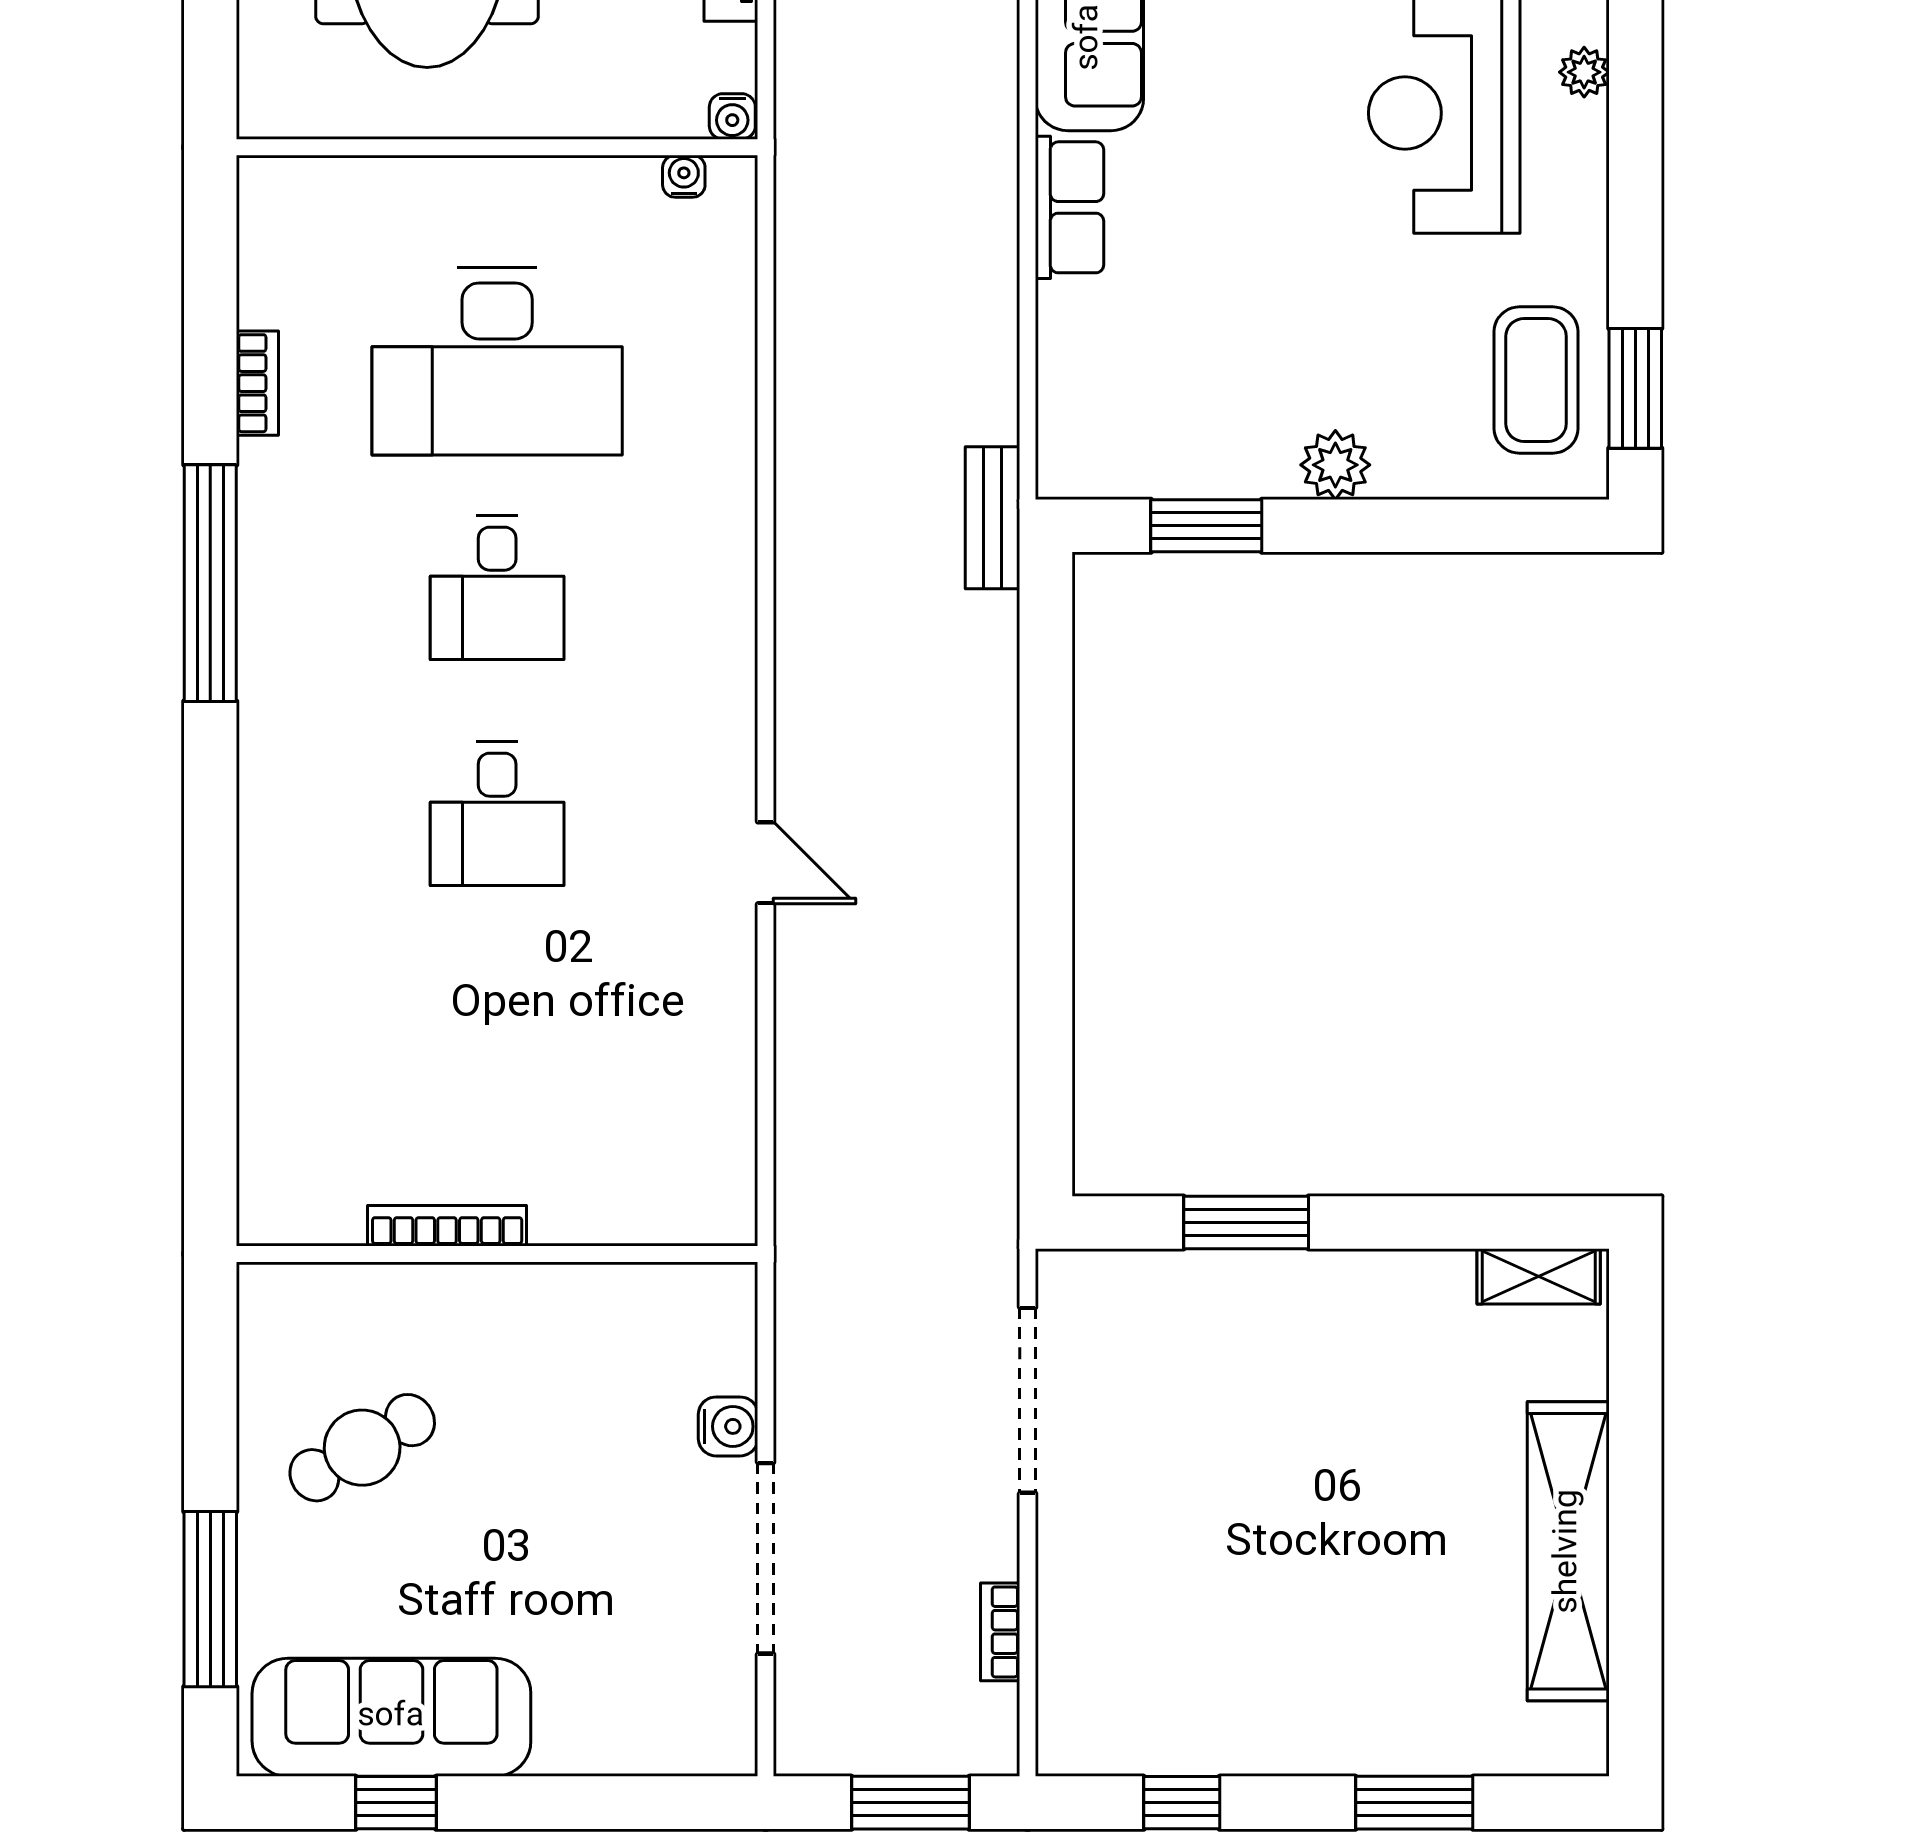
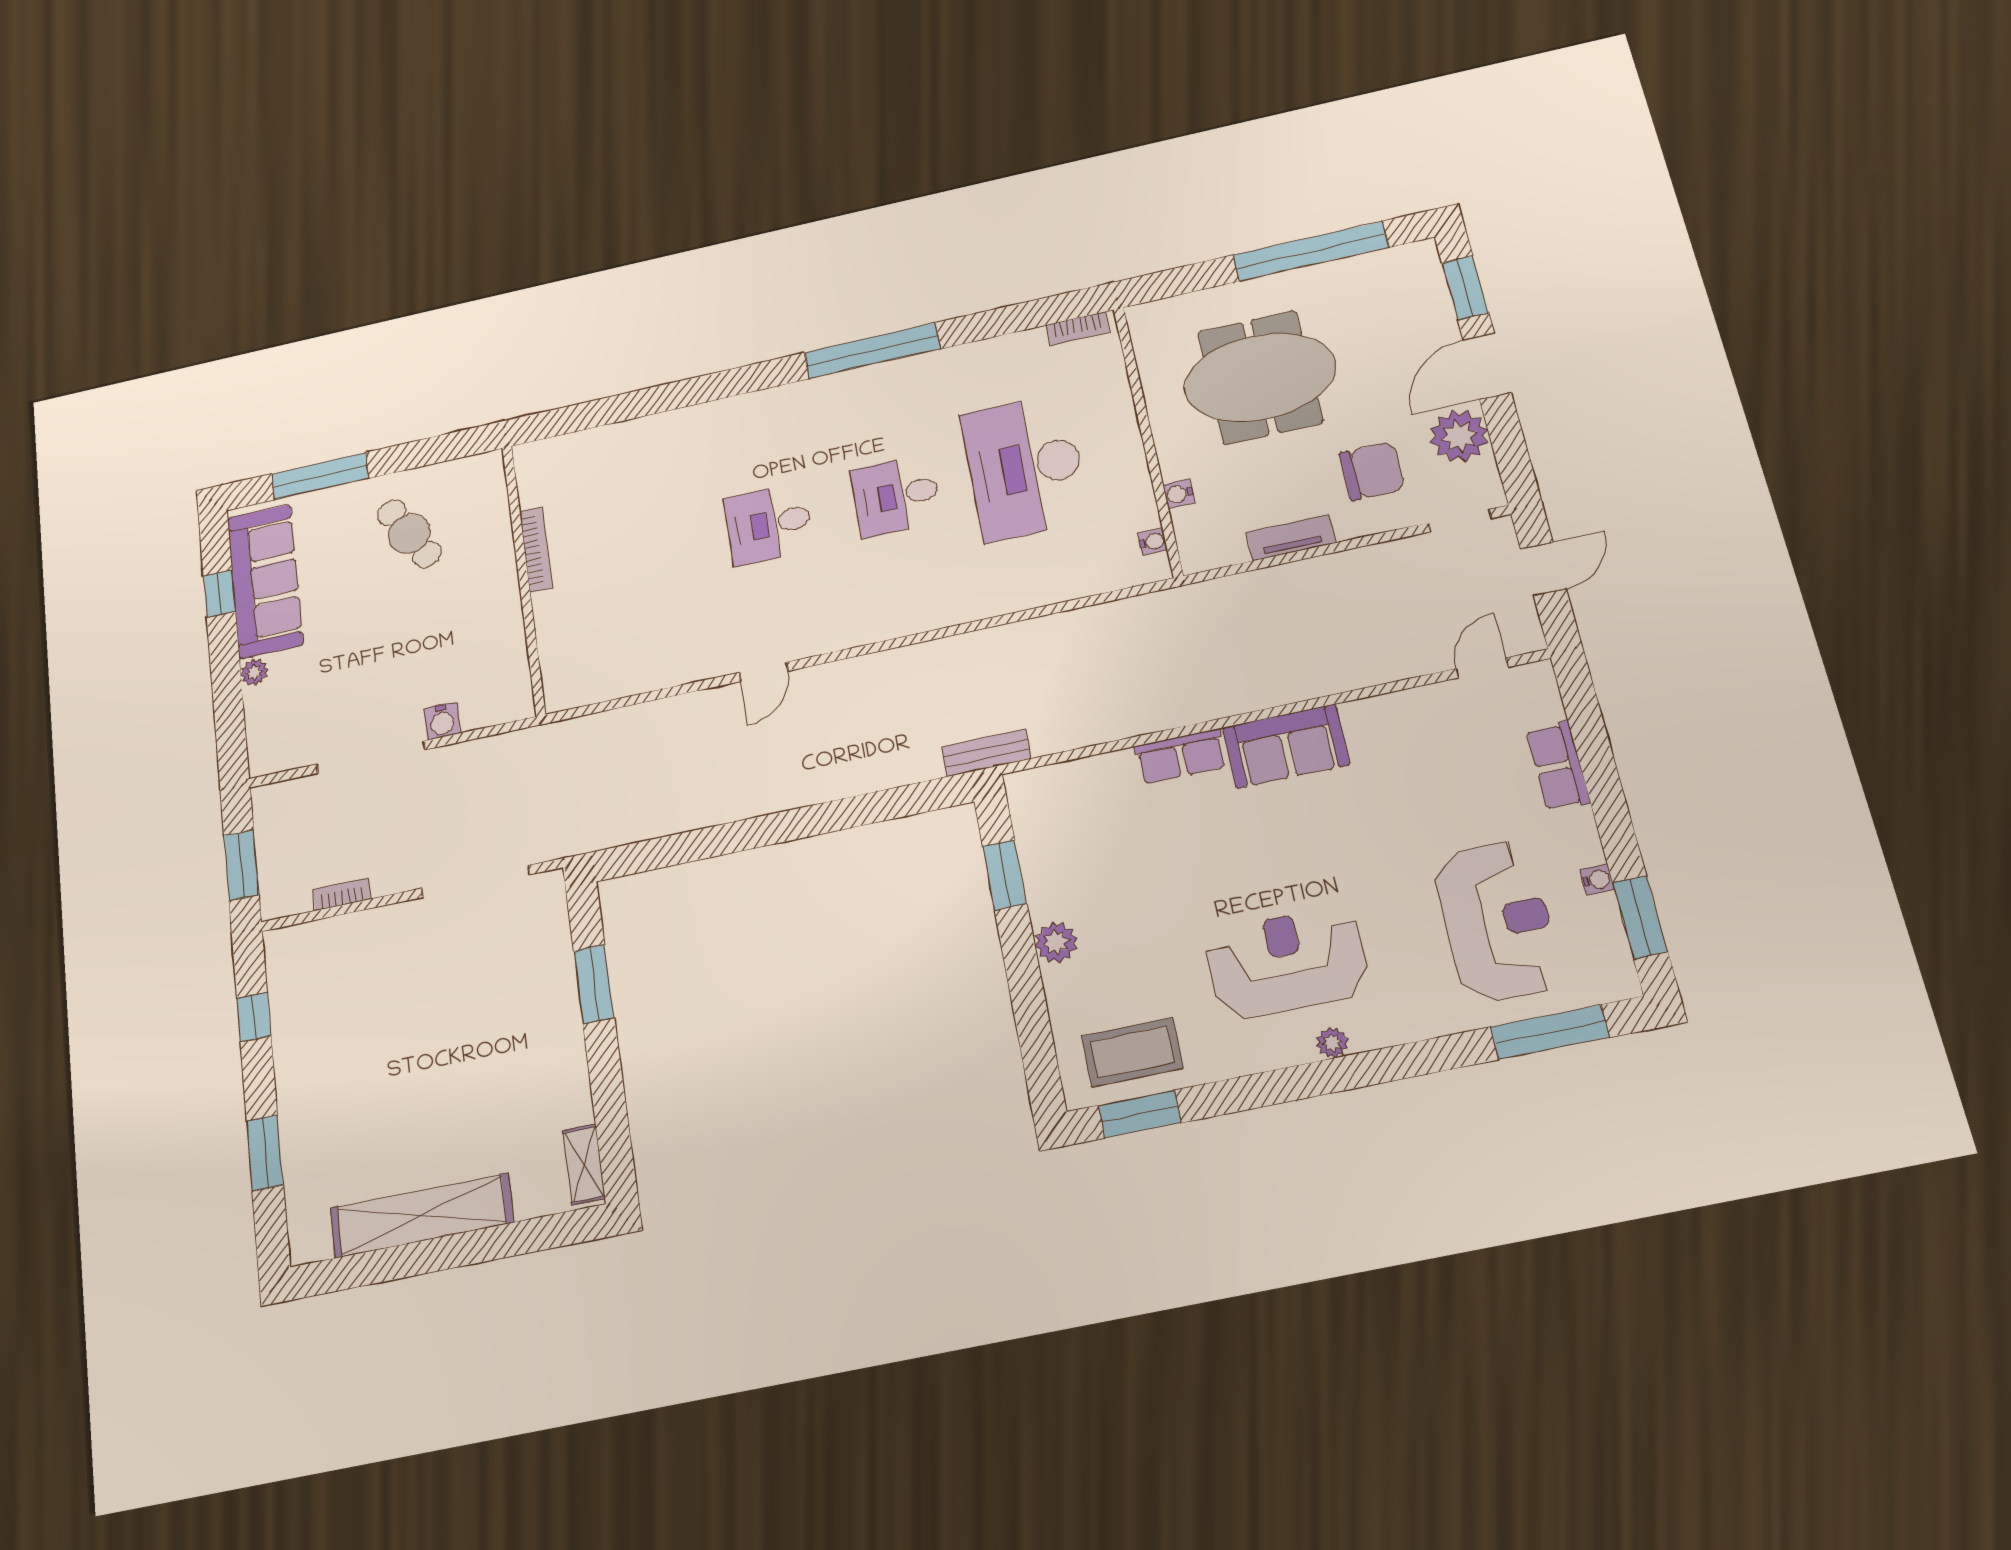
water cooler: (732, 116) -> (1179, 494), moved
bookcase: (257, 383) -> (1078, 329), moved
plant: (561, 1751) -> (254, 672), added

